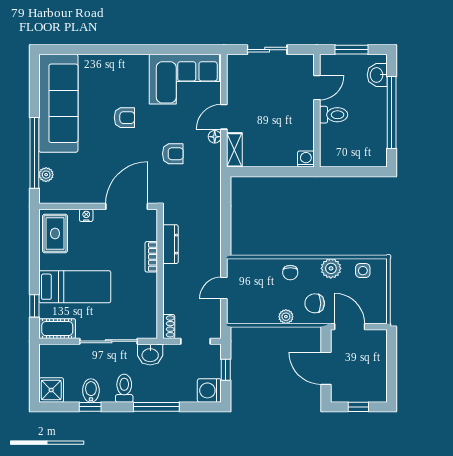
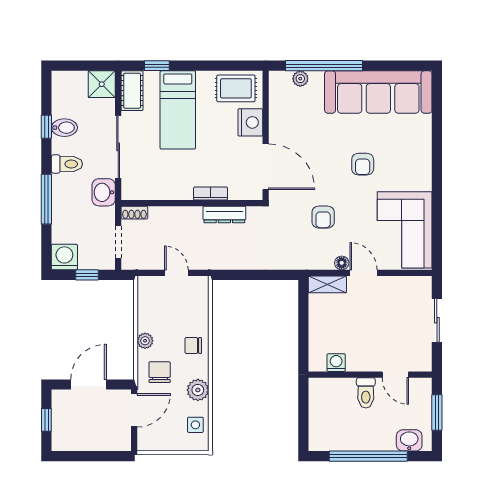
washing machine: (306, 159) -> (336, 363), moved, turned -90
nightstand: (86, 215) -> (250, 122), width x1.89, depth x1.79
shower: (51, 390) -> (102, 84), moved

